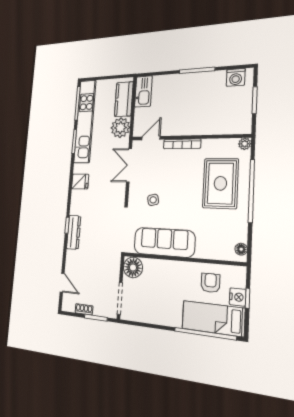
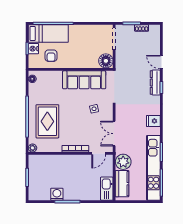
washing machine: (236, 77) -> (57, 194), moved
double door: (129, 165) -> (114, 134), swing flipped
door: (62, 283) -> (161, 62), moved

